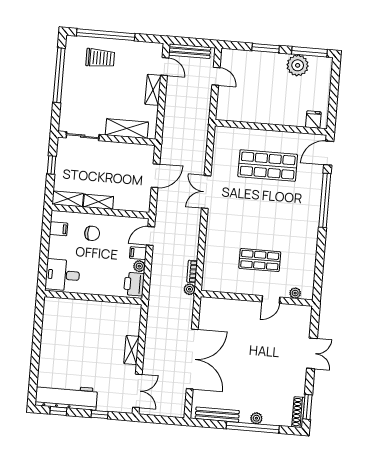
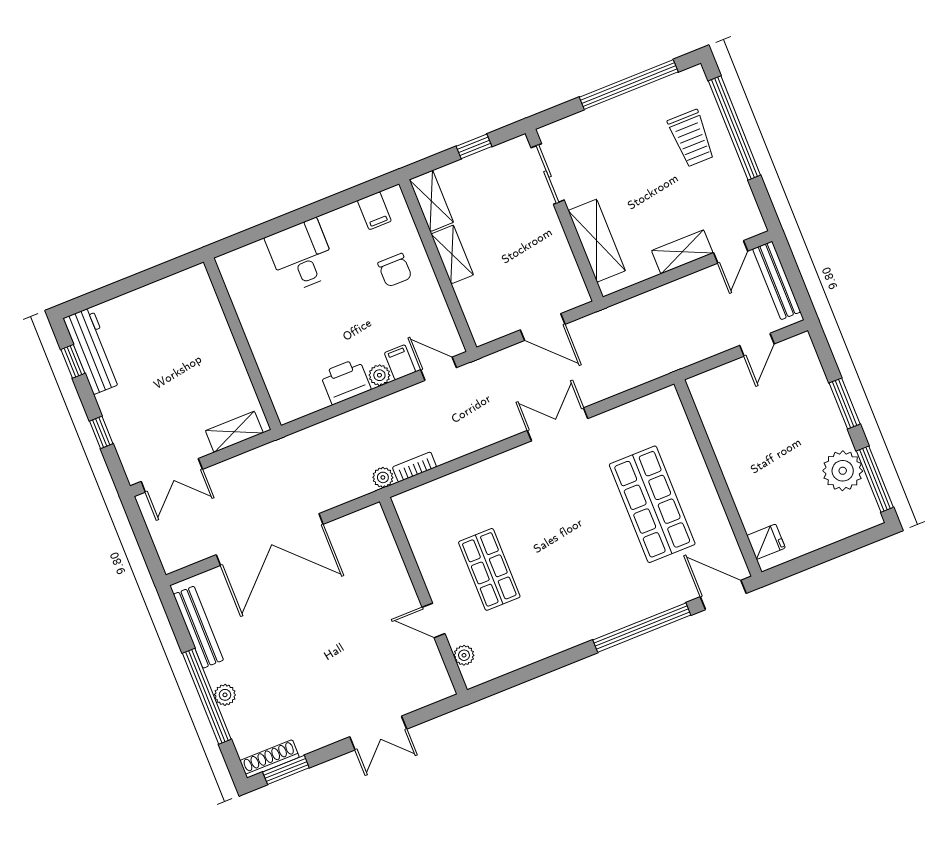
wall: (93, 298) -> (242, 344), moved
workbench: (66, 397) -> (93, 351), width x0.73, depth x0.76

